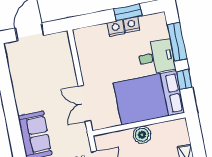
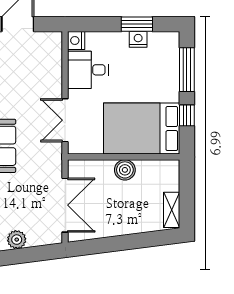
nightstand: (116, 28) -> (76, 40), moved, turned -90
desk: (156, 57) -> (88, 70), moved, turned 180

